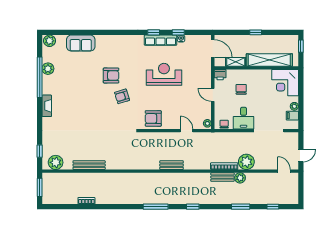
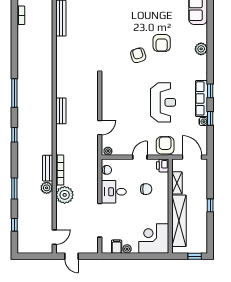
plant: (116, 40) -> (201, 49), added
door: (213, 49) -> (192, 157), swing flipped
armchair: (153, 118) -> (165, 145), moved

